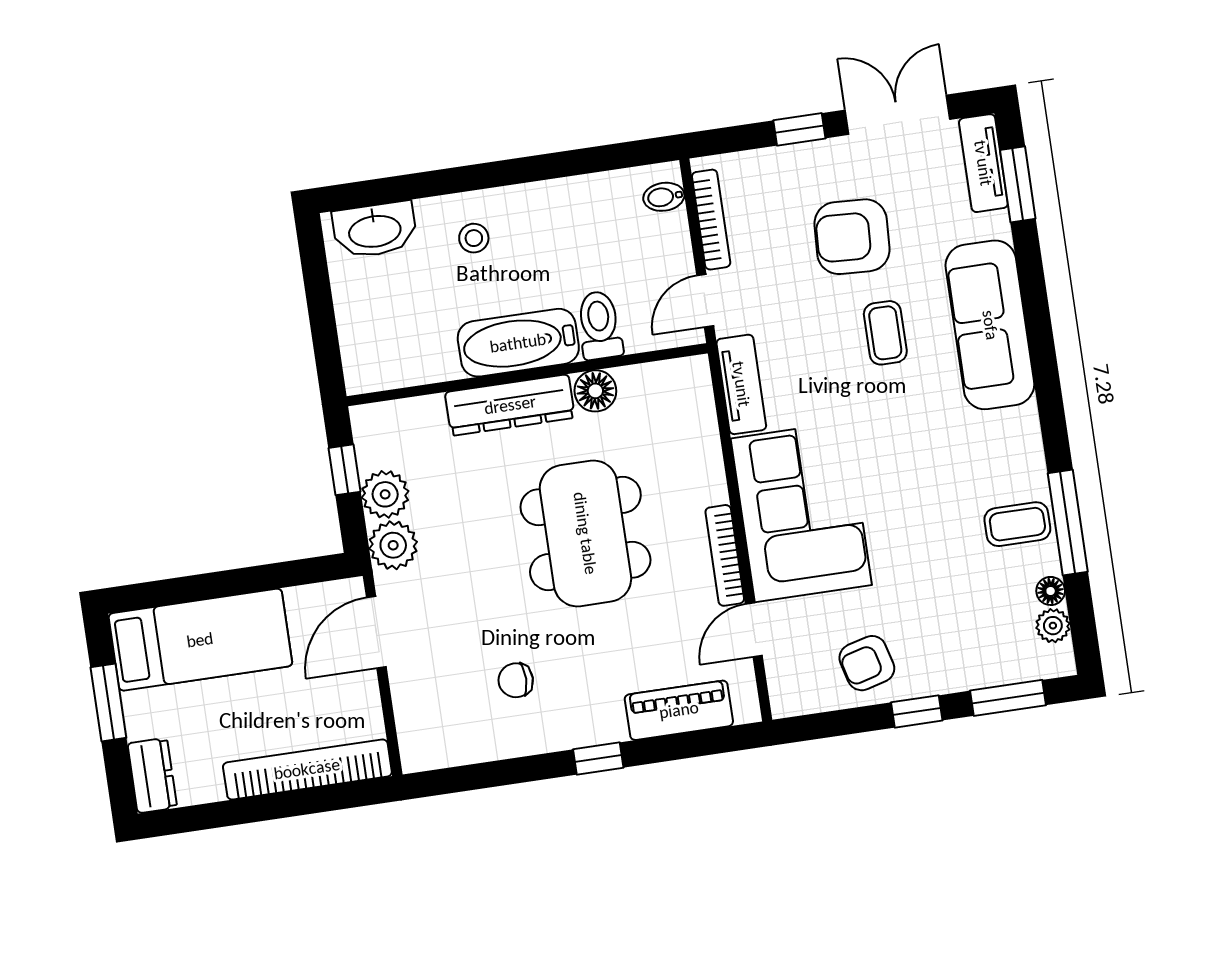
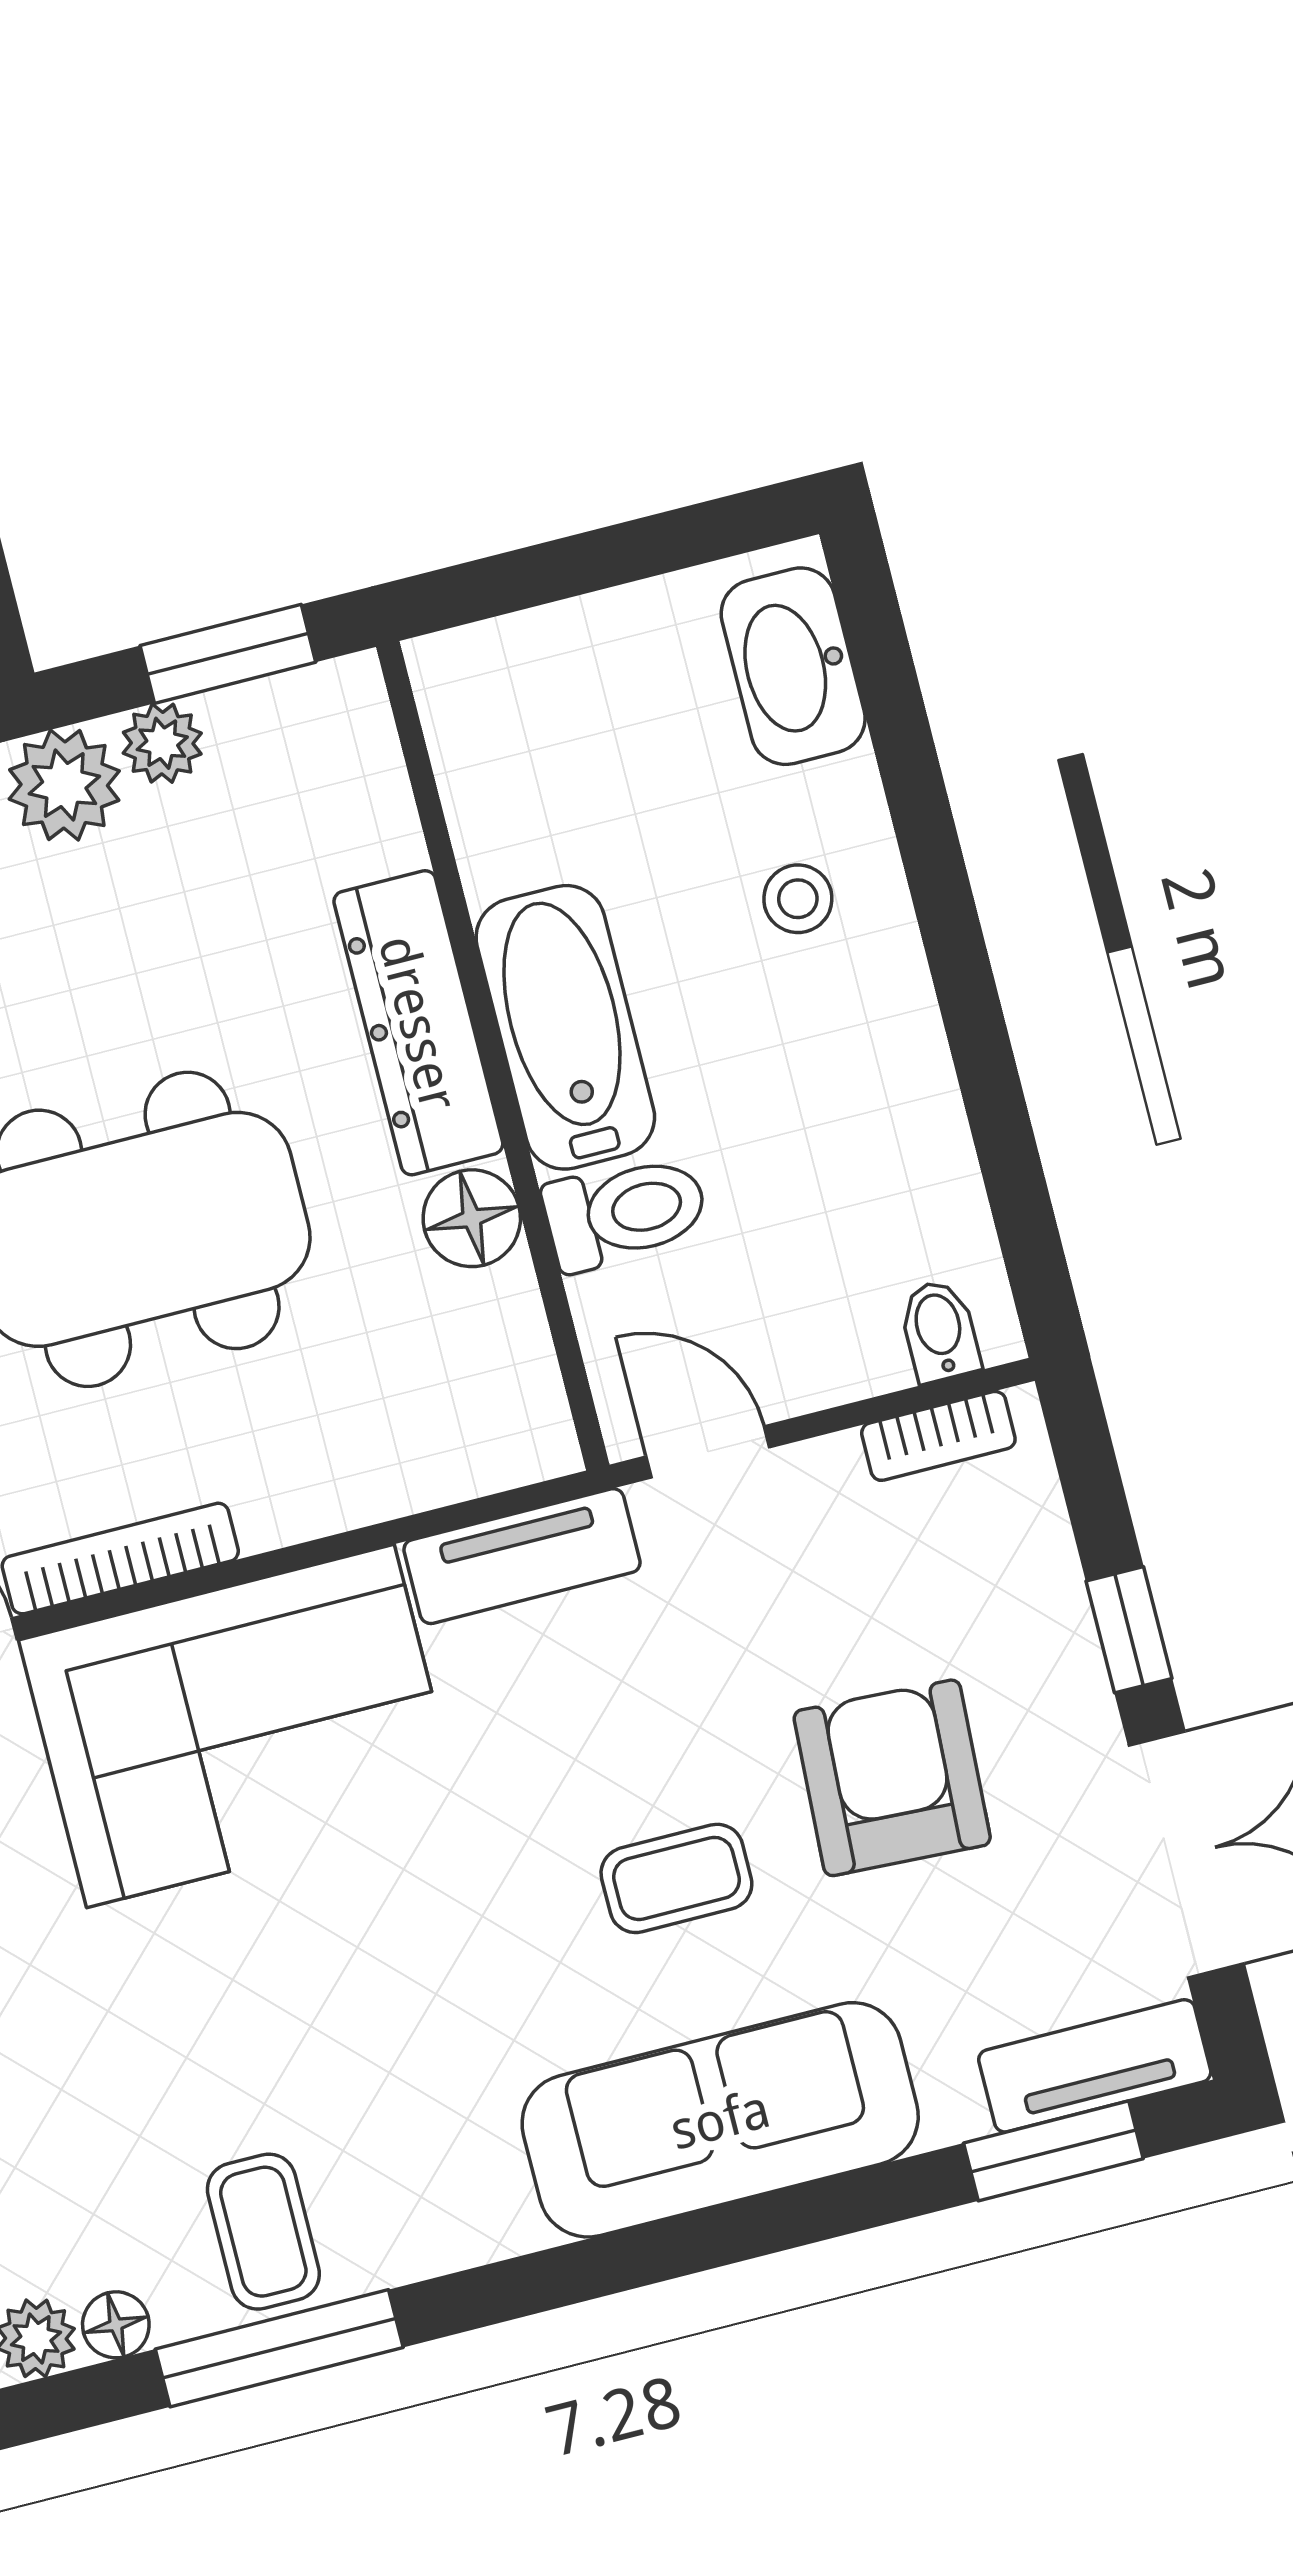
bookcase: (711, 220) -> (938, 1436), width x0.64
window: (345, 470) -> (228, 654), width x1.50
plant: (385, 494) -> (162, 743), width x0.73, depth x0.73

